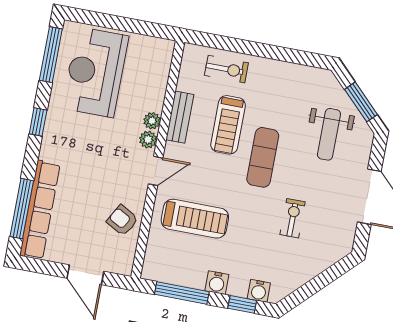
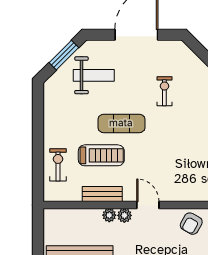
exercise bike: (293, 218) -> (164, 91), turned 90
treadmill: (195, 219) -> (179, 167), removed

